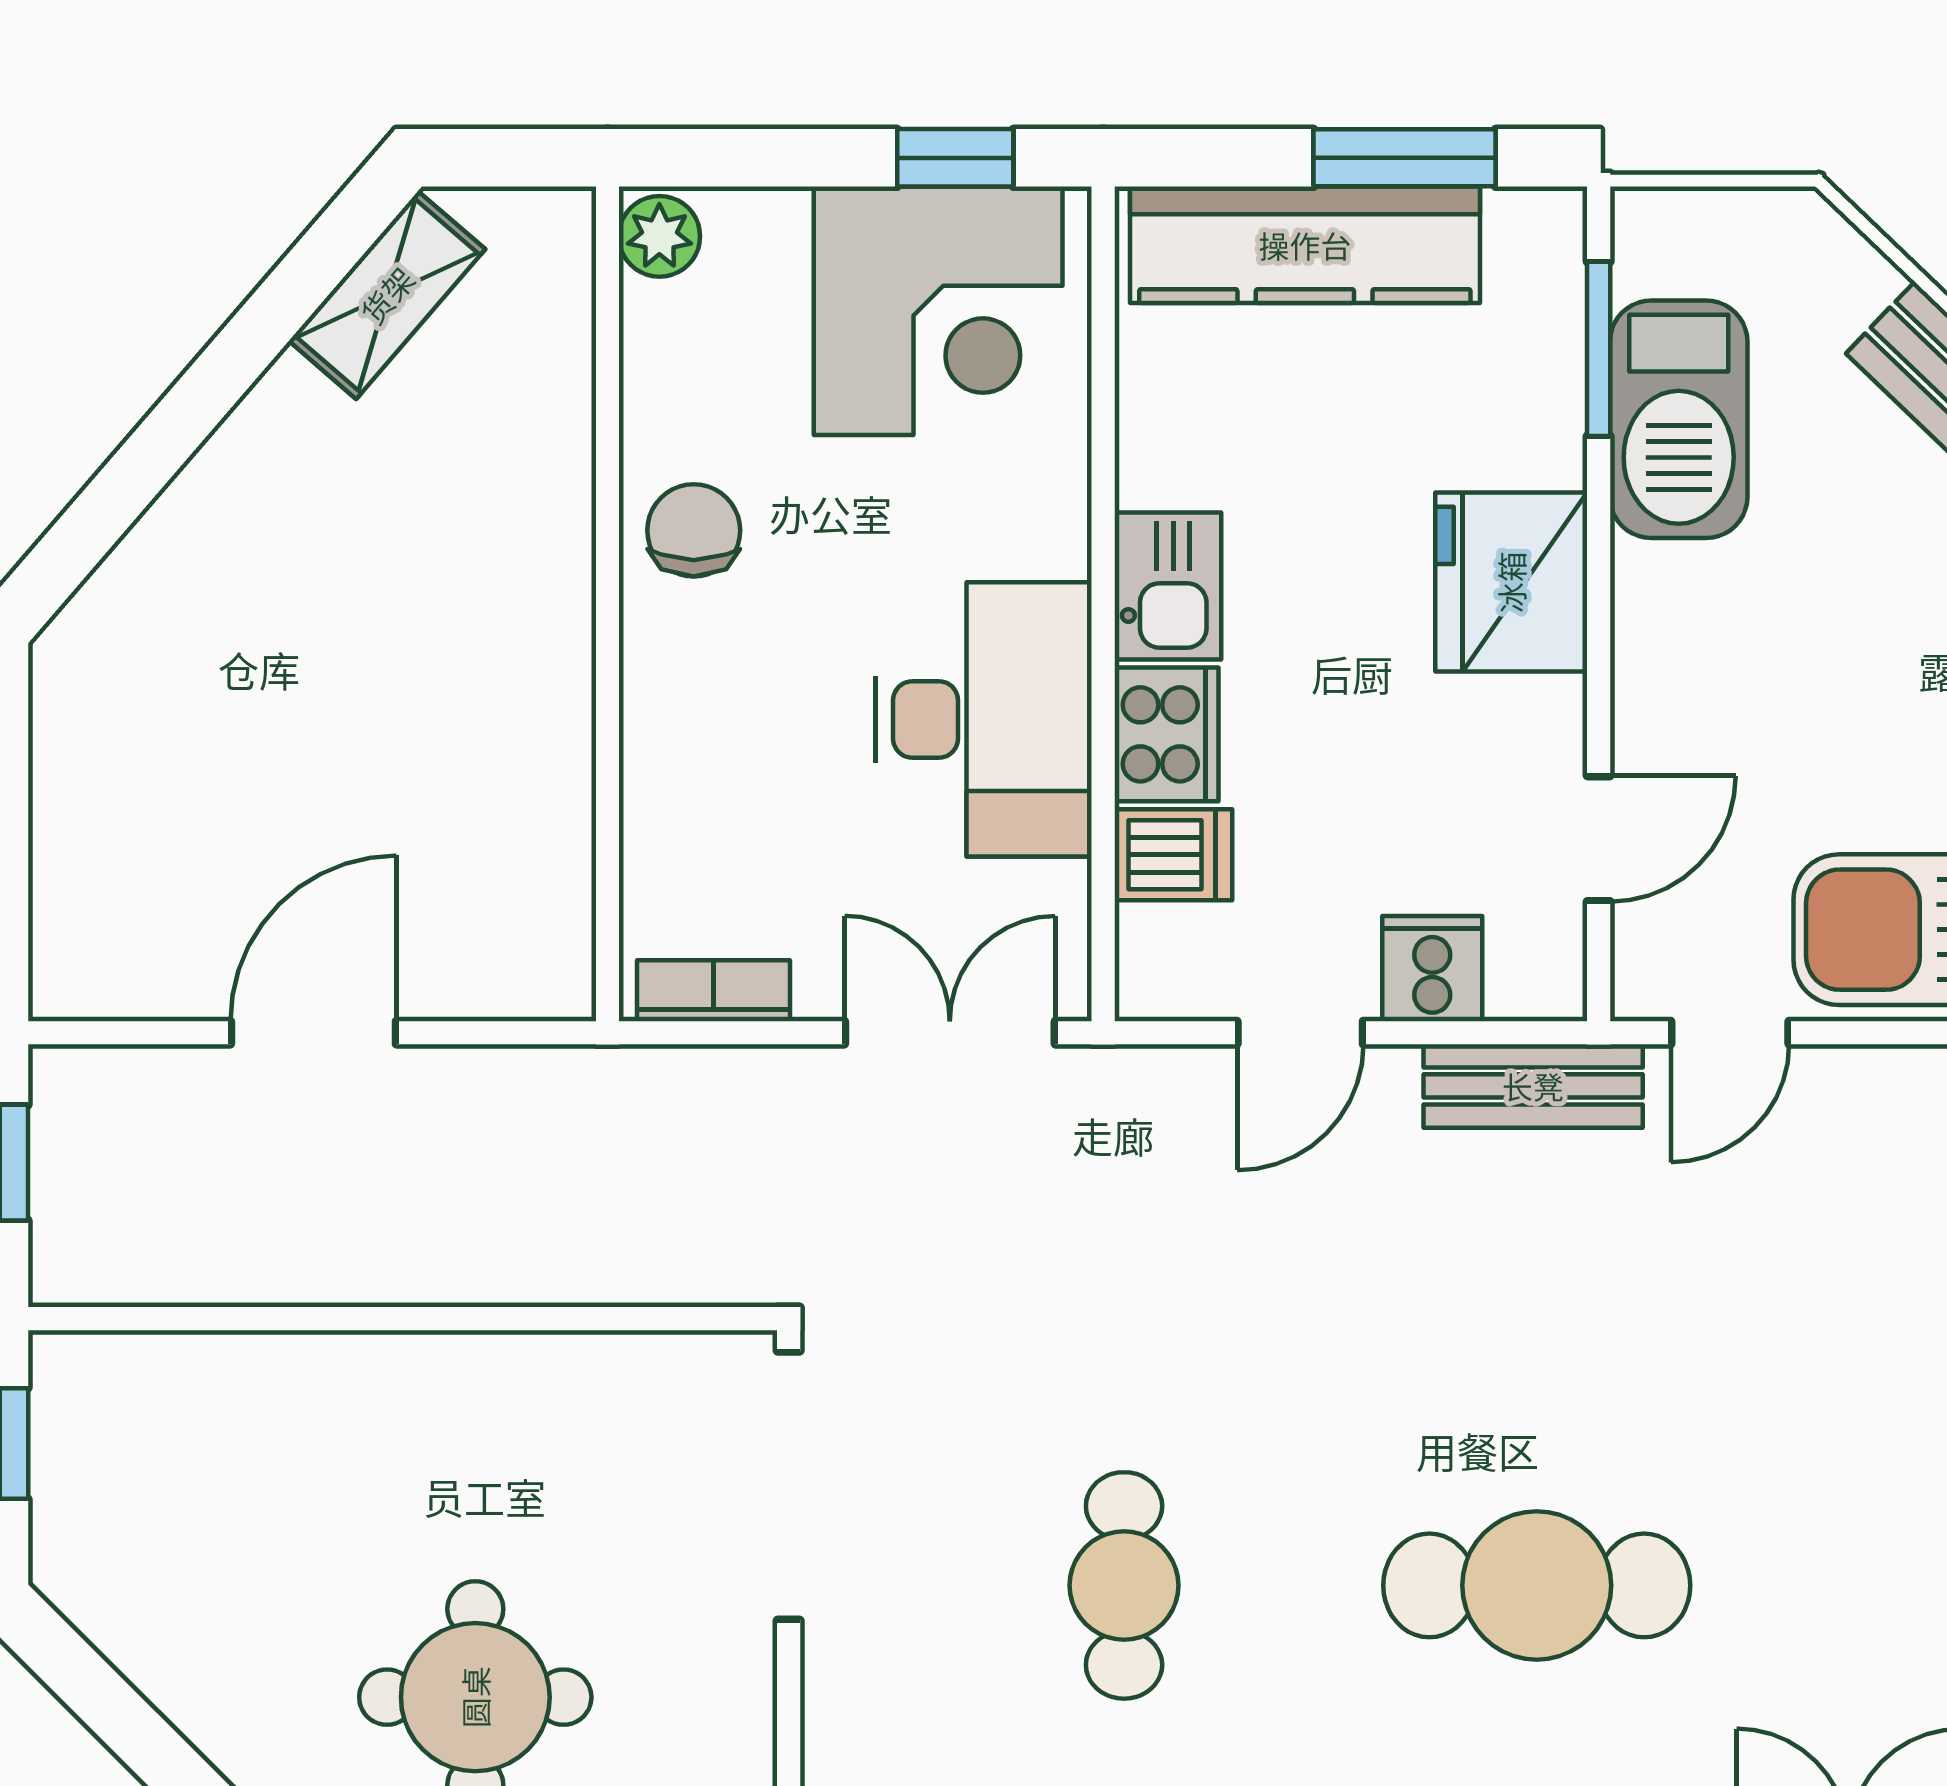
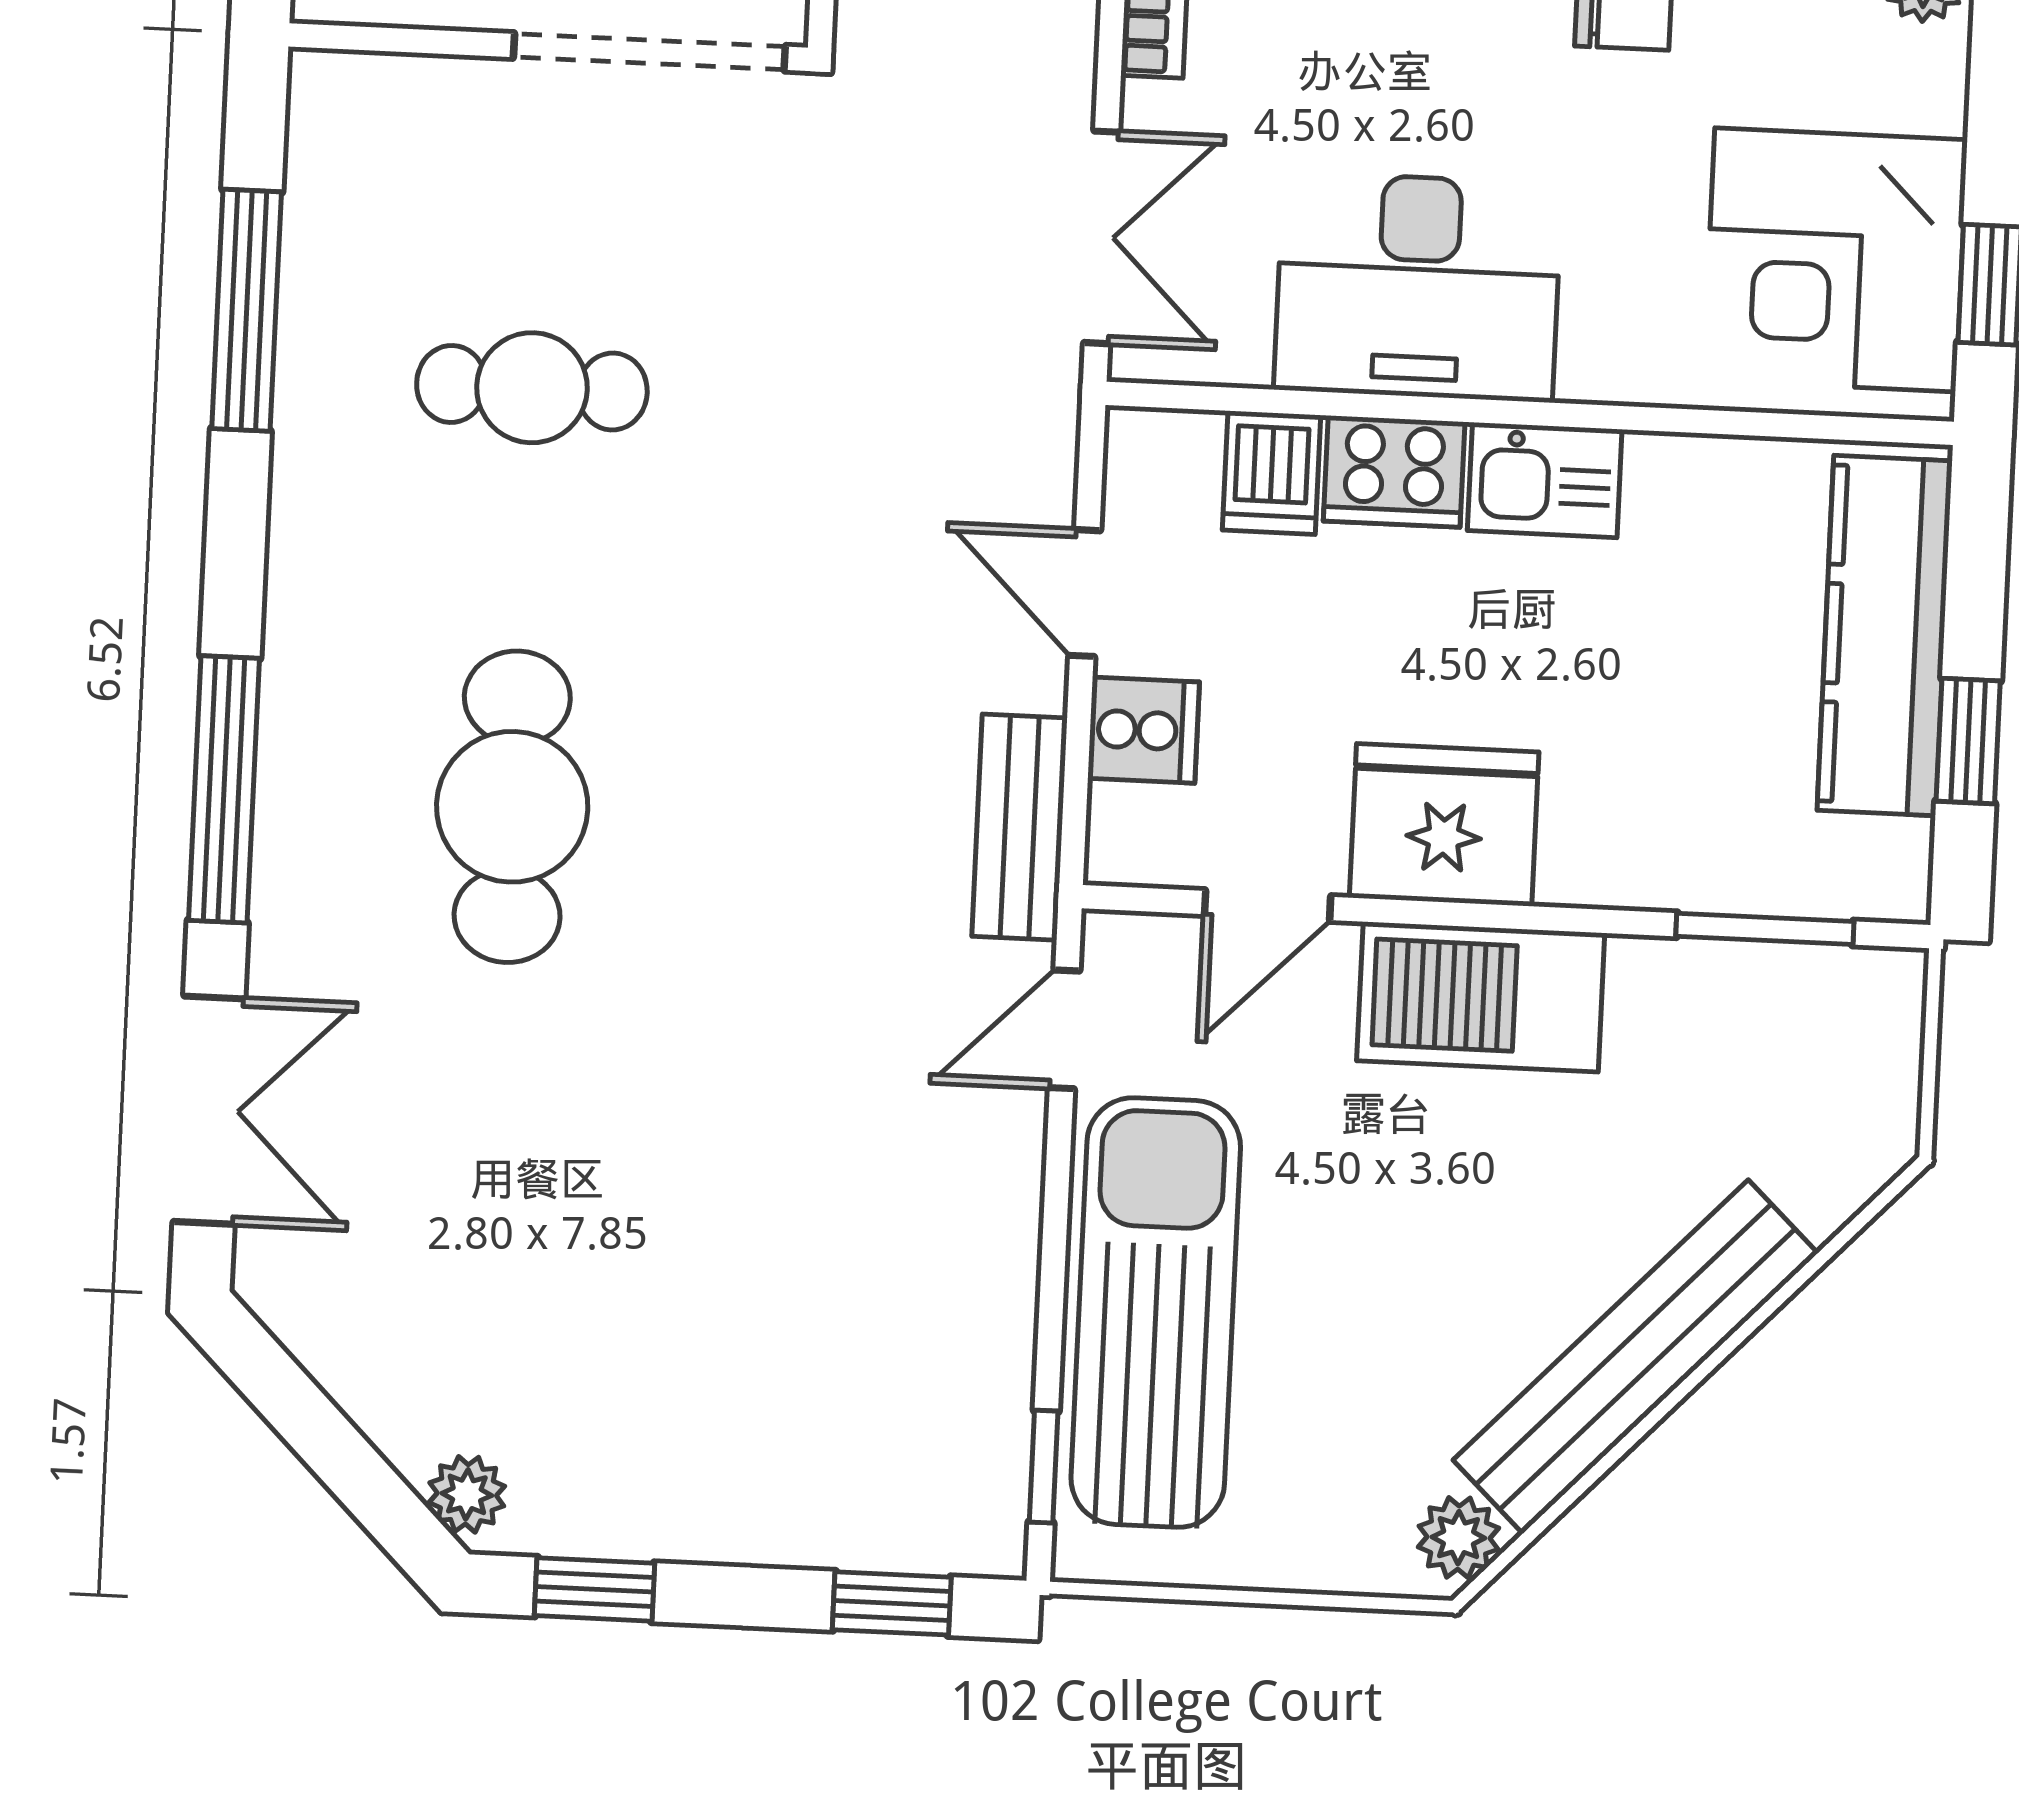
window: (1405, 158) -> (1968, 741), width x0.67
barbecue: (1679, 419) -> (1481, 997), moved
fridge: (1511, 582) -> (1444, 825), moved
door: (1599, 839) -> (1268, 905), hinge flipped
door: (1730, 1033) -> (1064, 1029), hinge flipped

